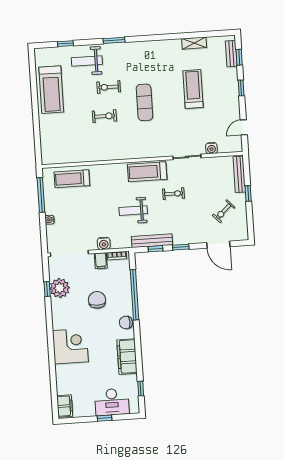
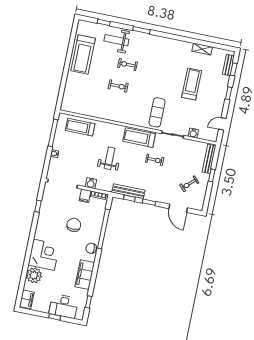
exercise mat: (144, 102) -> (157, 112), moved
weight bench: (133, 211) -> (109, 158), moved, turned 90
plant: (60, 288) -> (34, 275), moved

